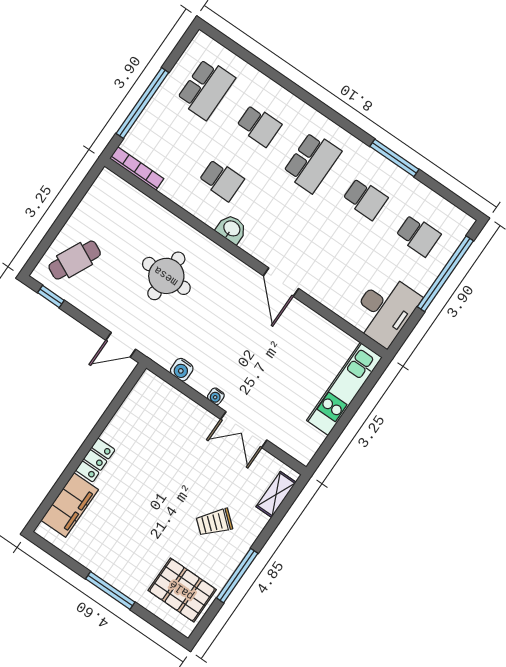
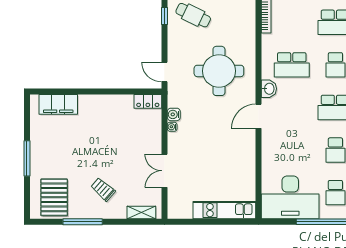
school desk: (221, 180) -> (292, 65), width x1.85
round table: (166, 276) -> (219, 71), width x1.36, depth x1.36
door: (281, 282) -> (259, 116), moved
desk: (385, 310) -> (290, 197), width x1.36, depth x1.30
water cooler: (216, 396) -> (172, 127), moved
locker: (95, 460) -> (148, 101), moved

